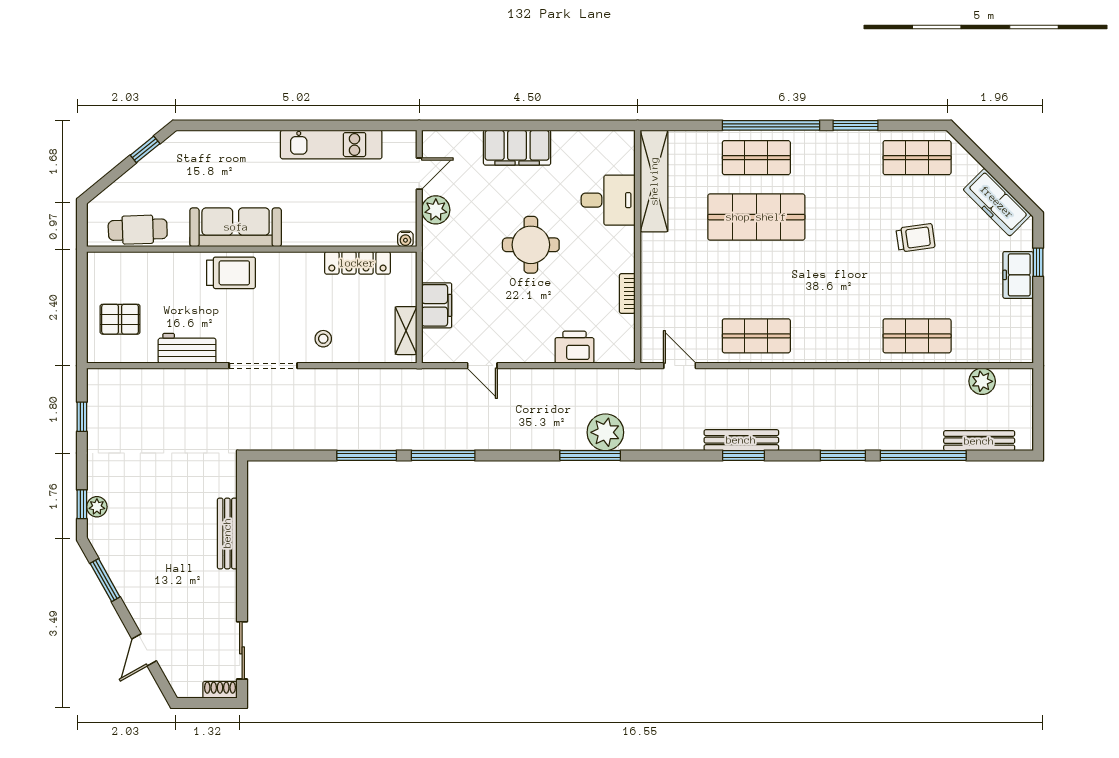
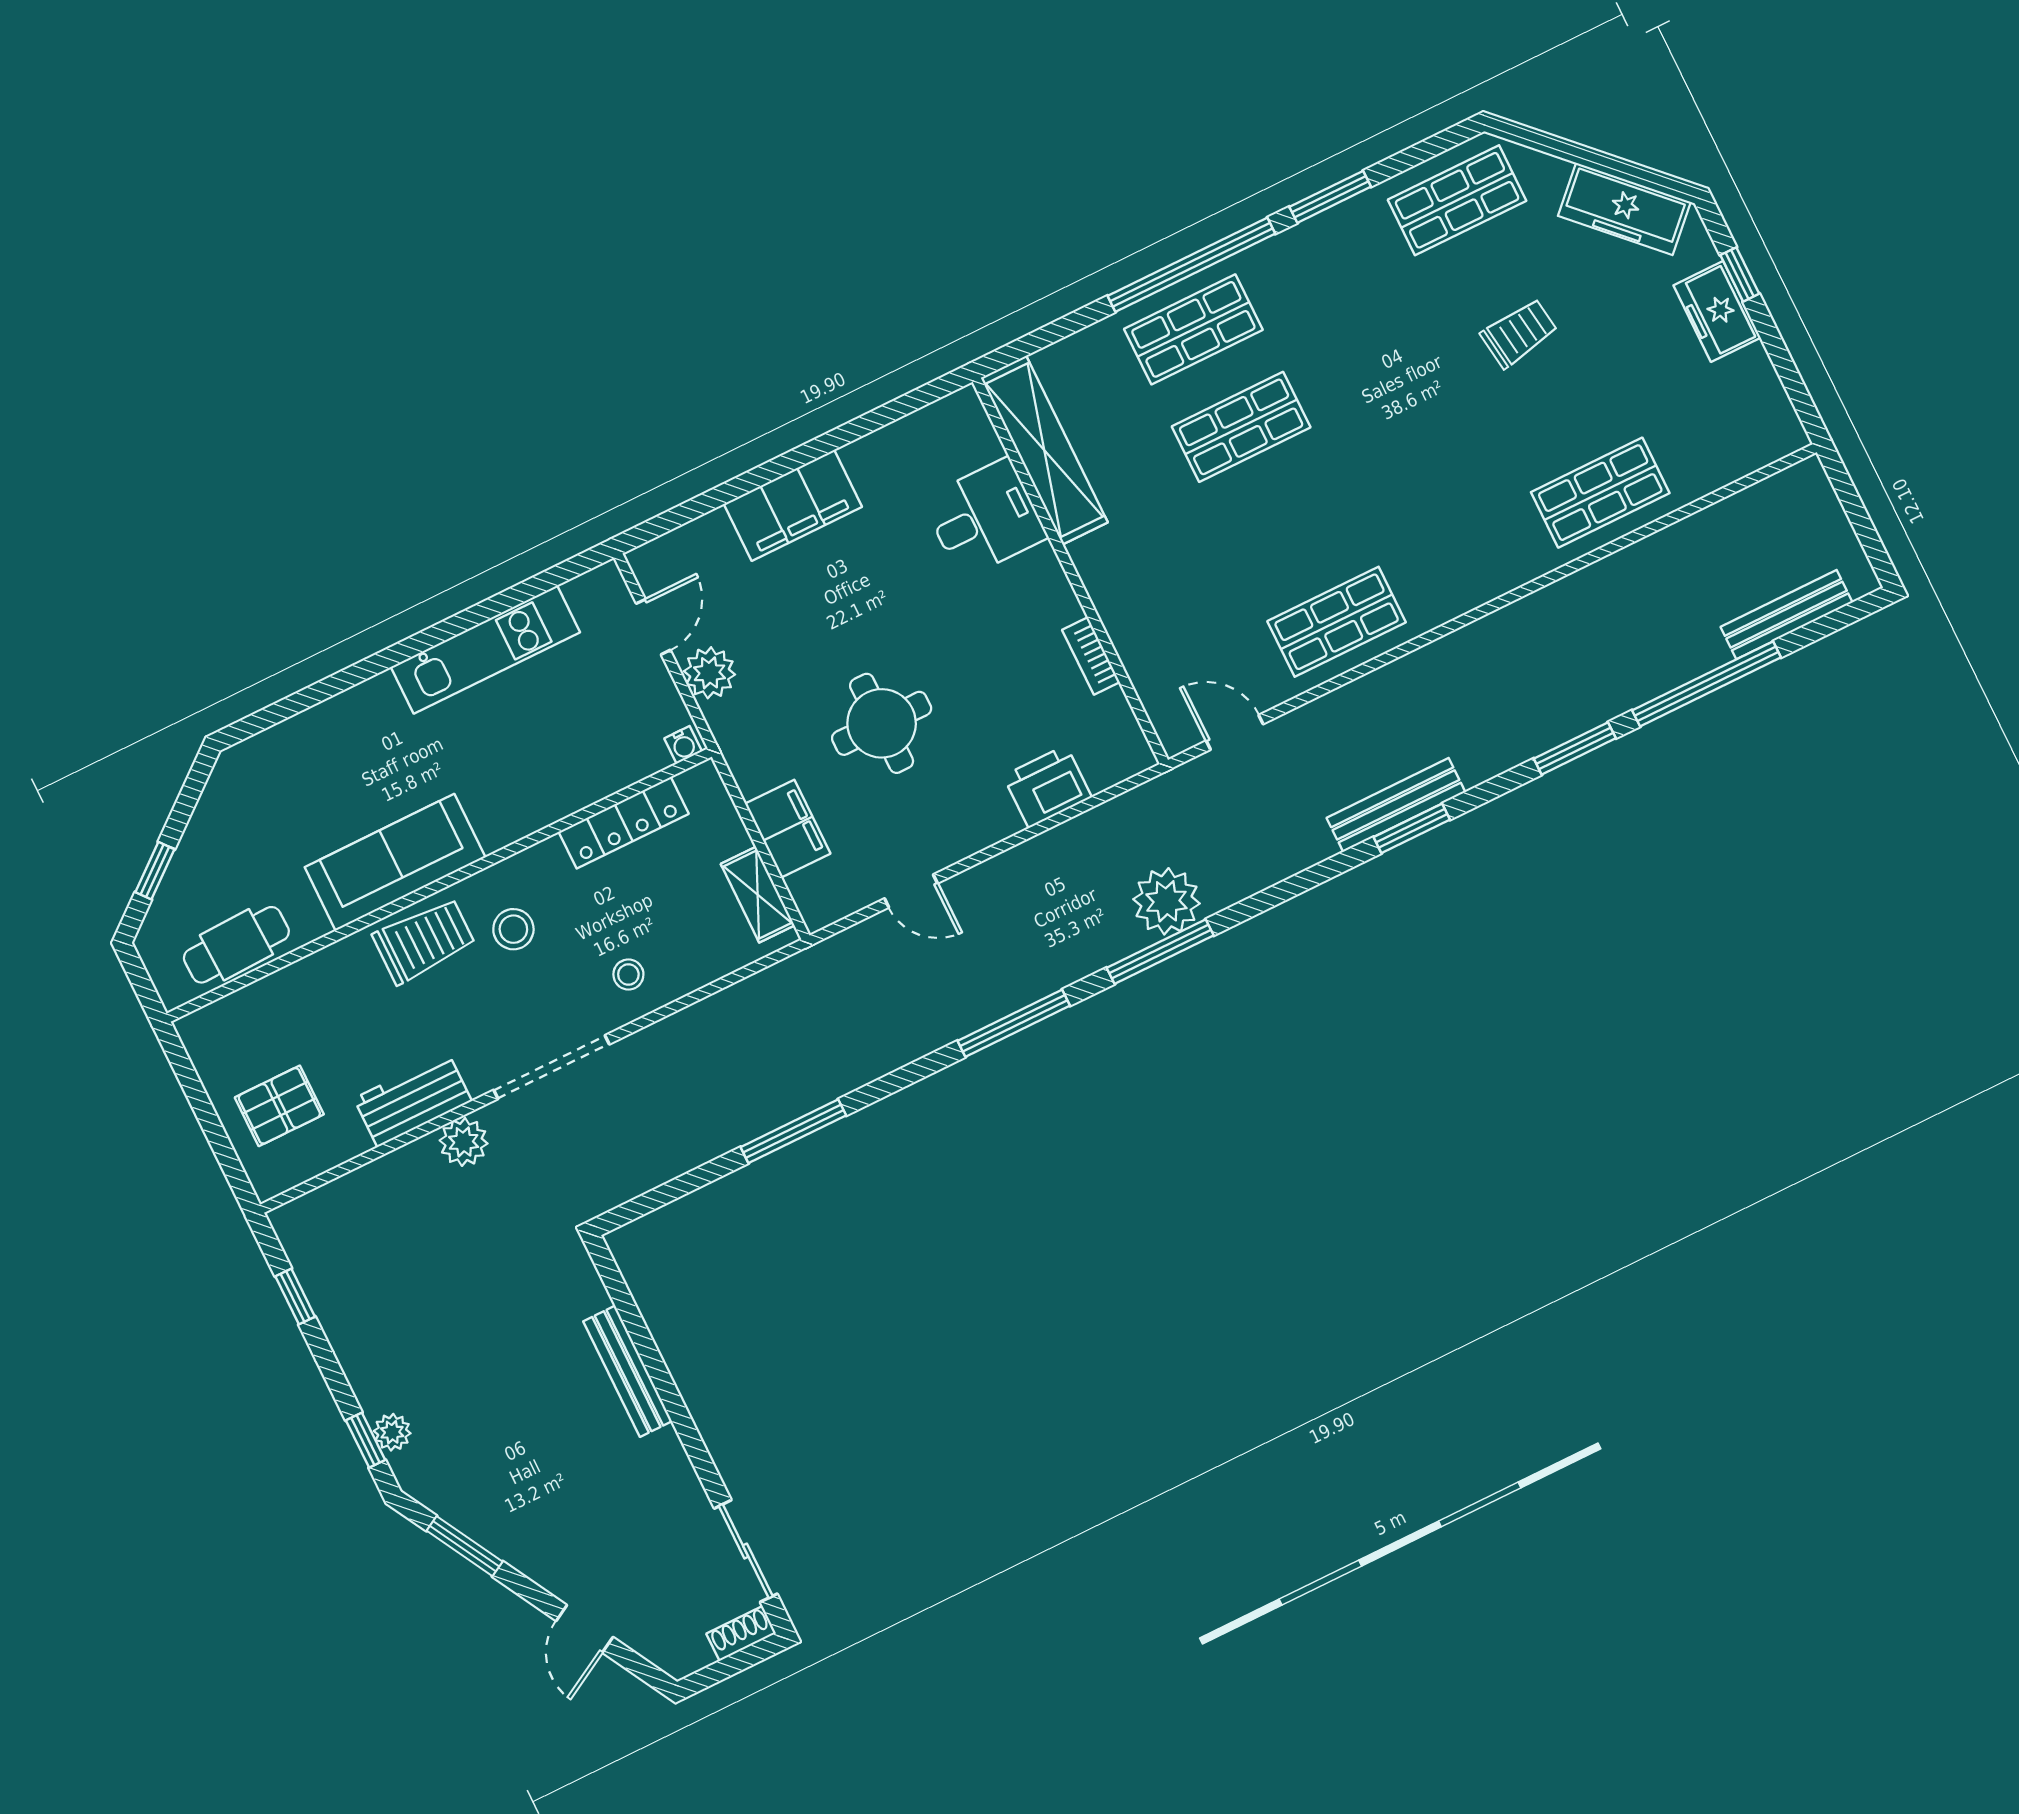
window: (145, 149) -> (155, 871), moved
shop shelf: (756, 217) -> (1241, 427), width x0.70, depth x0.74
round table: (531, 245) -> (882, 723), moved
stool: (278, 289) -> (513, 929), added
plant: (982, 381) -> (464, 1142), moved
window: (443, 455) -> (1014, 1023), moved

